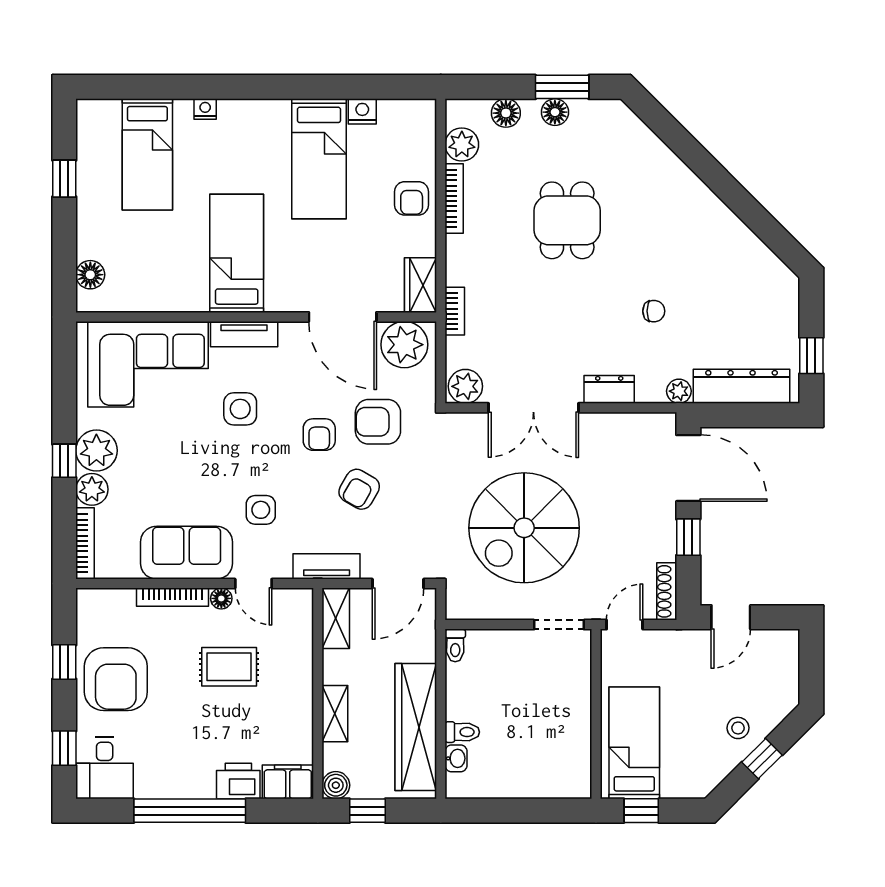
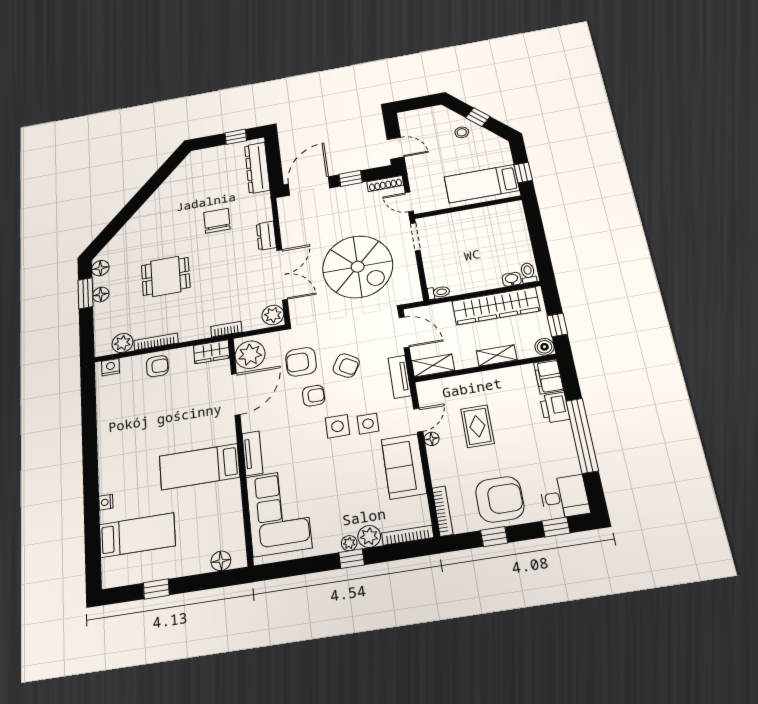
nightstand: (362, 111) -> (111, 367), moved, turned 90
floor lamp: (506, 113) -> (100, 268), moved
bed: (319, 159) -> (135, 426), removed
chair: (654, 311) -> (217, 221), width x1.87, depth x1.87
plant: (679, 391) -> (264, 199), removed
side table: (240, 409) -> (338, 426), moved
armchair: (378, 422) -> (301, 362), turned 90
plant: (96, 451) -> (349, 543), width x0.53, depth x0.53
bookcase: (173, 597) -> (443, 511), moved
toilet: (462, 732) -> (528, 273), moved

